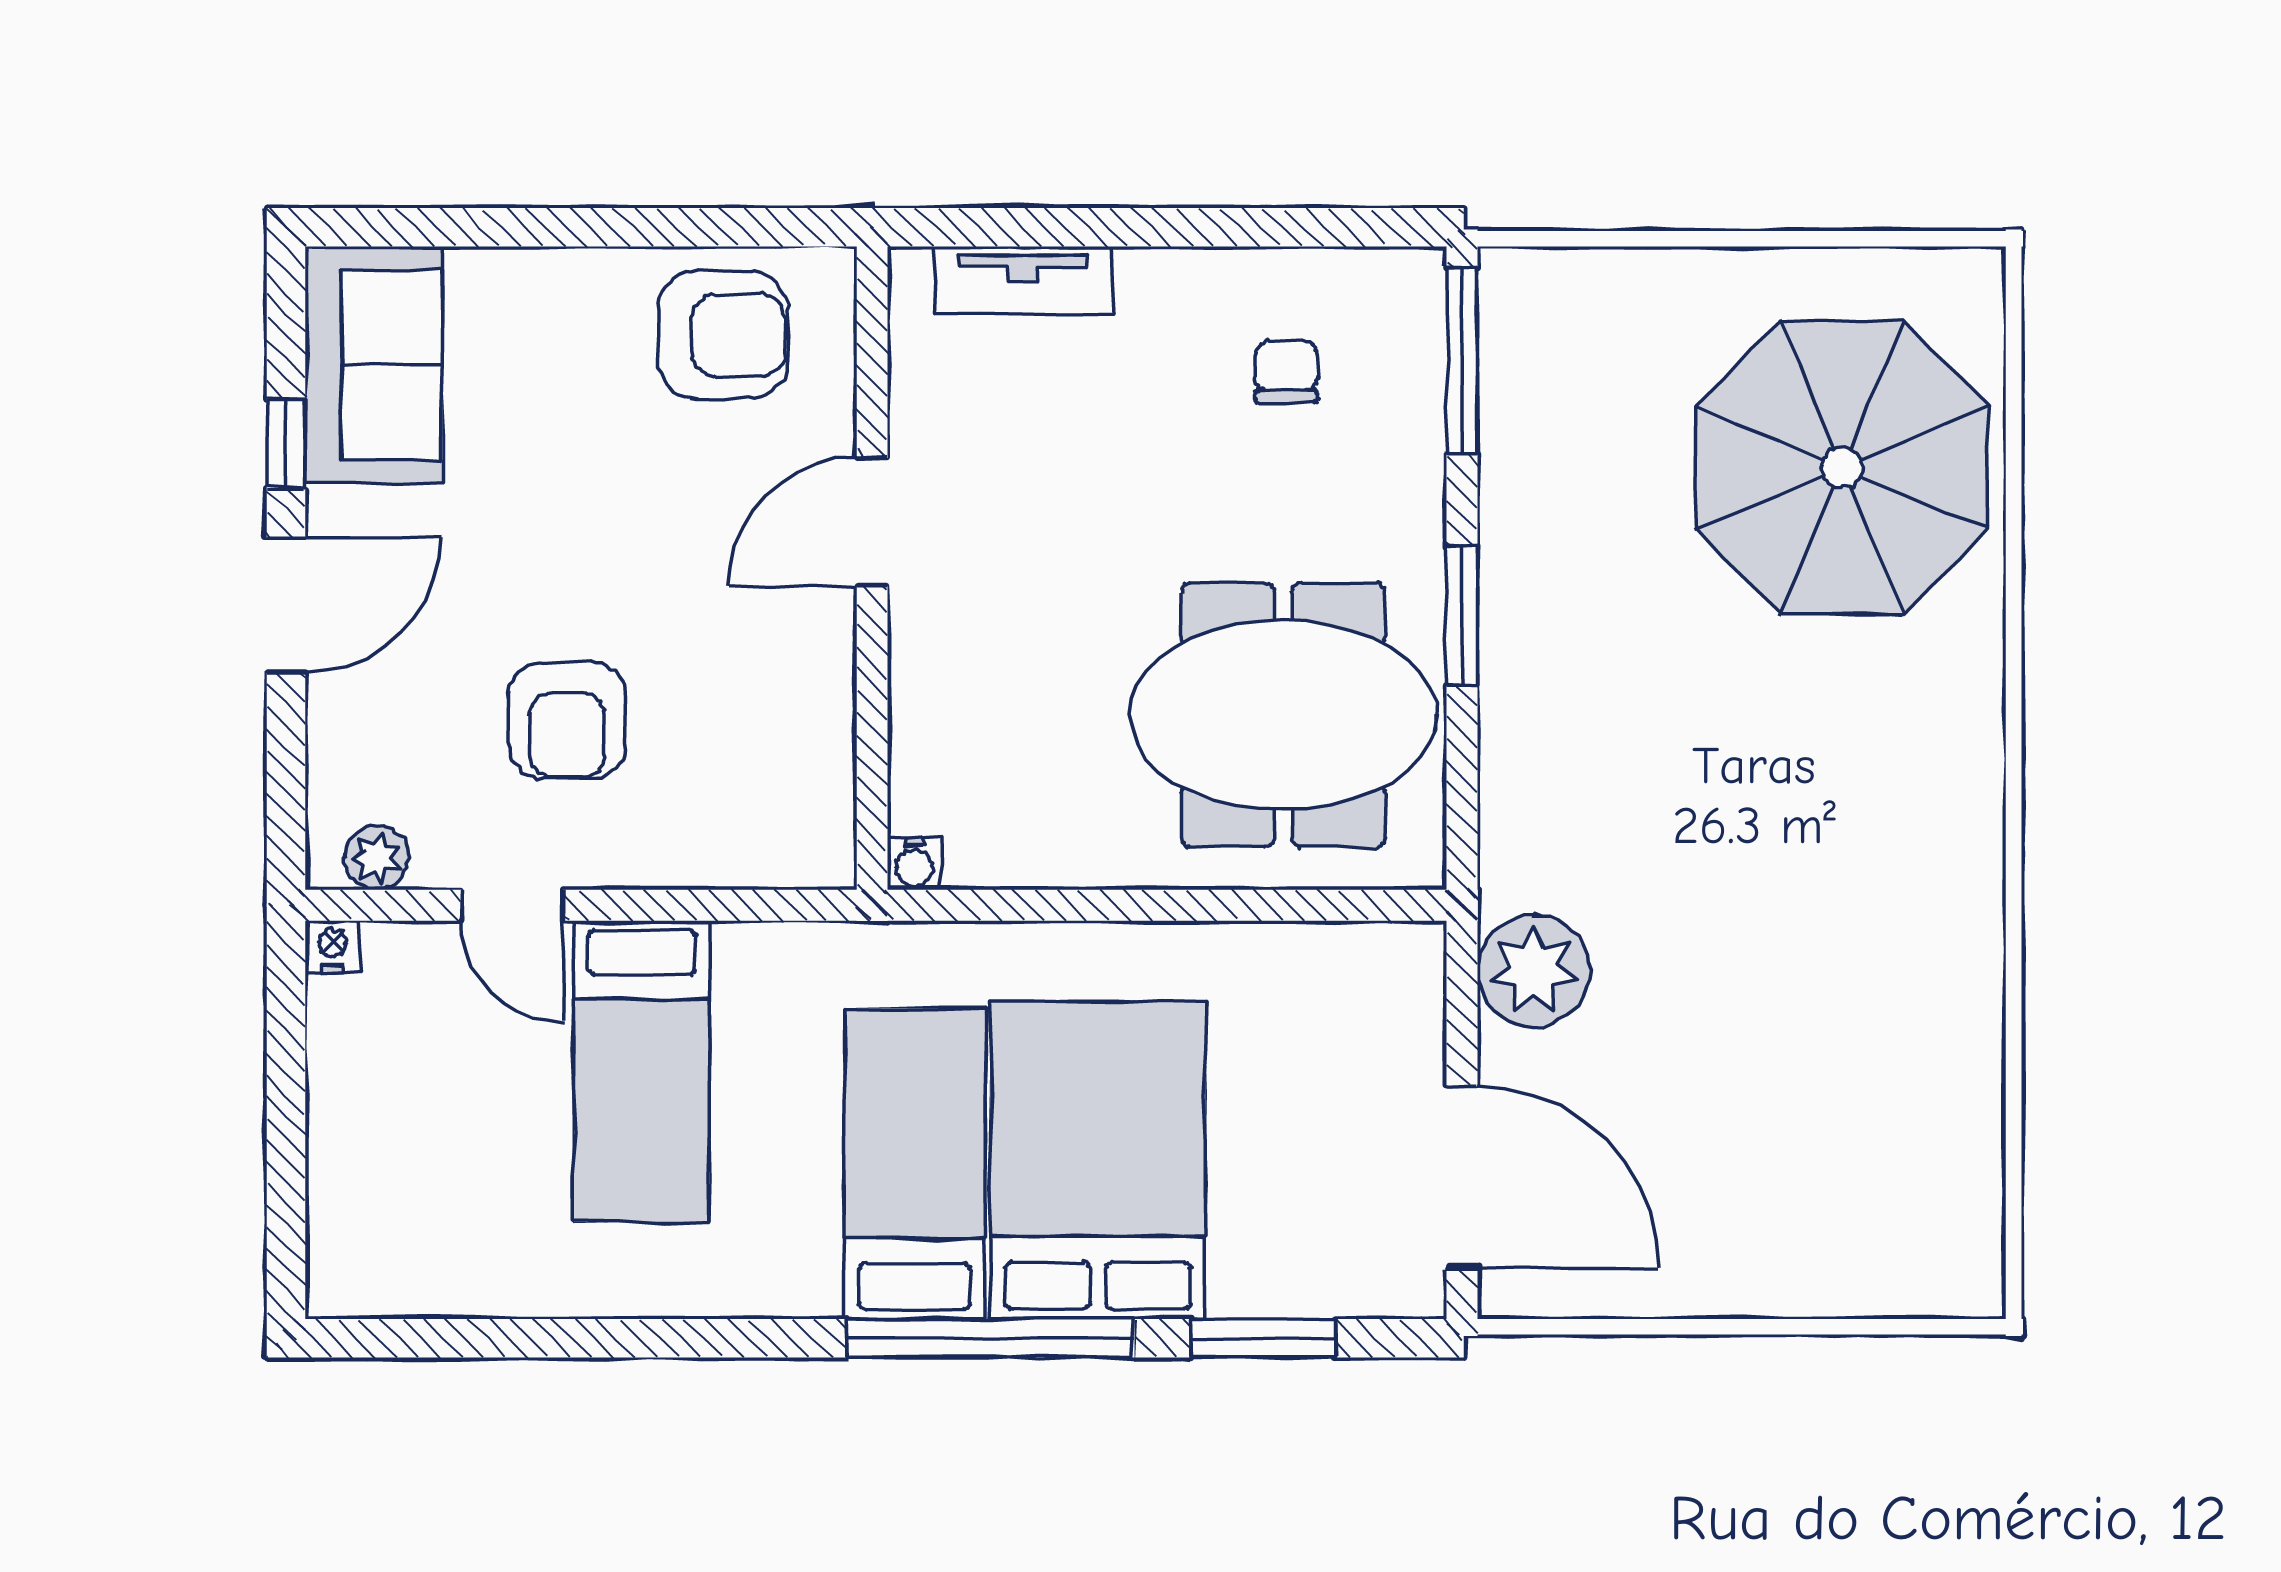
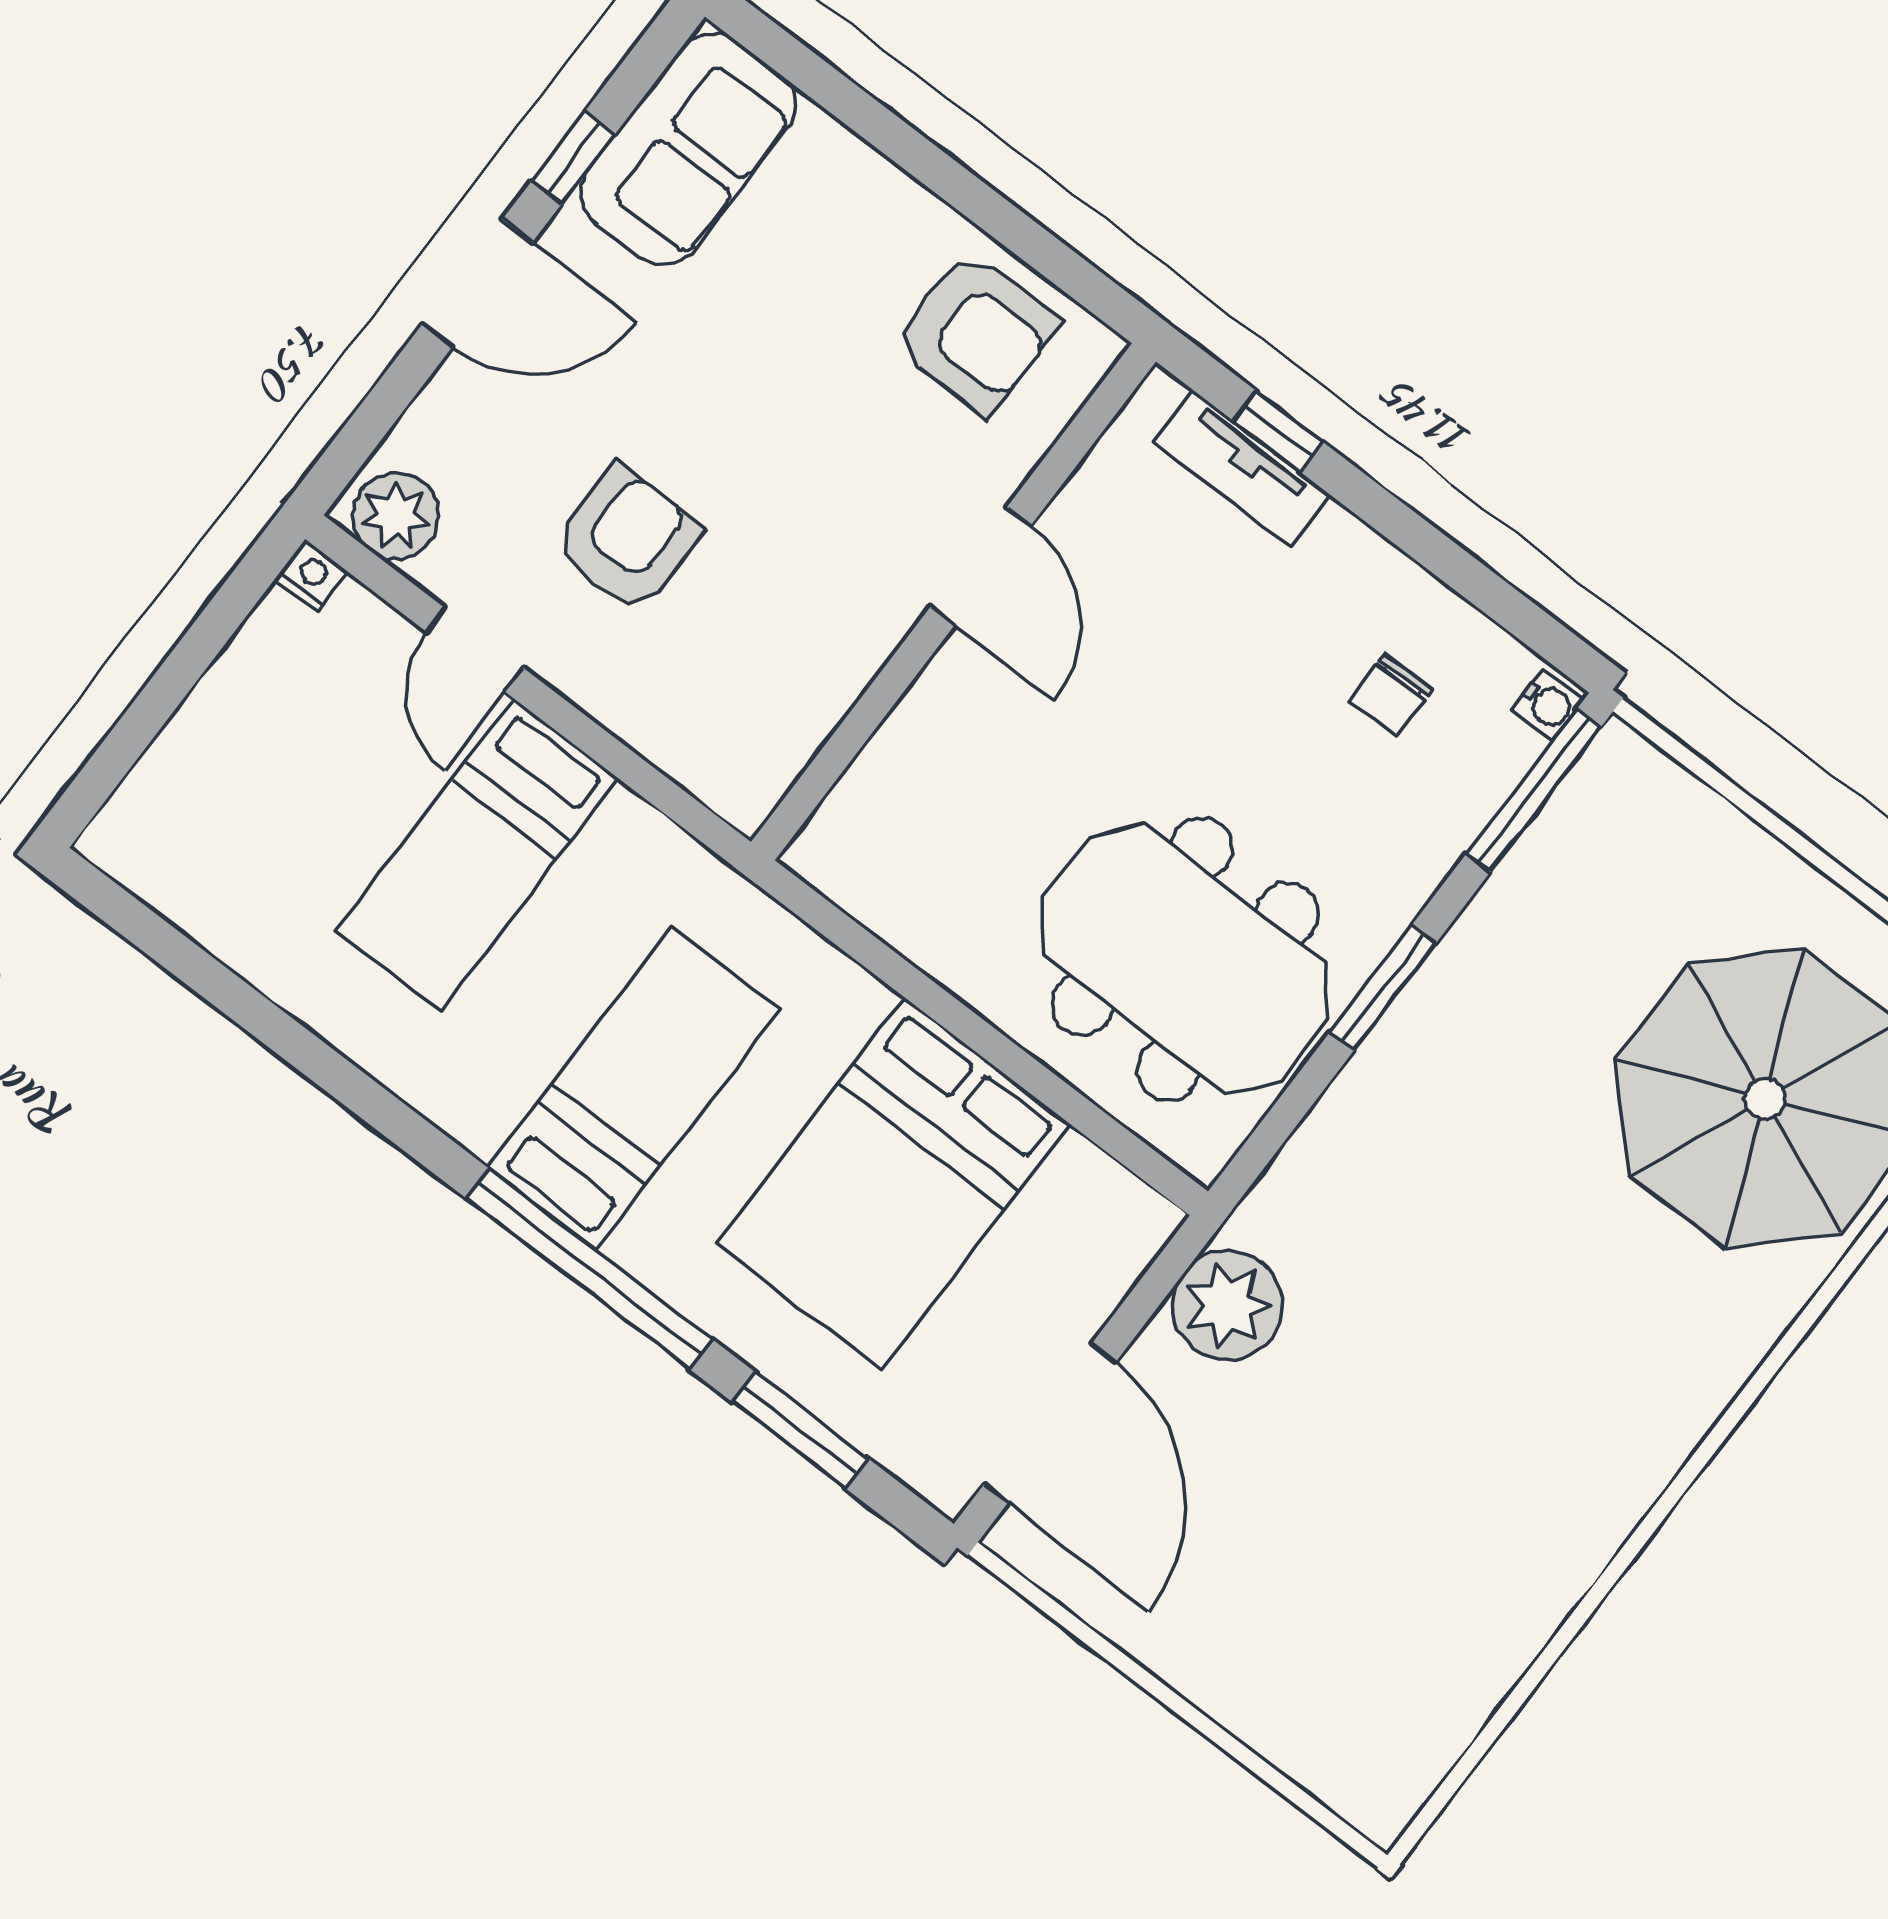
window: (1031, 227) -> (1278, 431), added
chair: (1286, 372) -> (1391, 695), turned 180
door: (872, 522) -> (981, 566), swing flipped
armchair: (567, 721) -> (627, 539), turned 180
plant: (377, 858) -> (396, 516), width x1.38, depth x1.38
water cooler: (914, 863) -> (1548, 704), moved, turned -90
bed: (1098, 1160) -> (893, 1184), moved, turned 180

